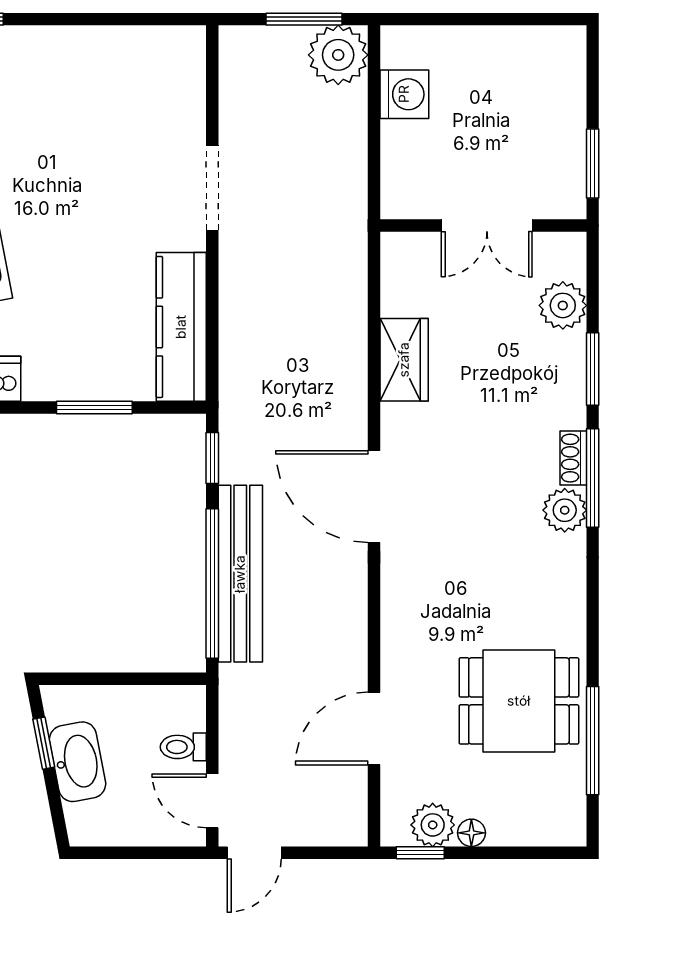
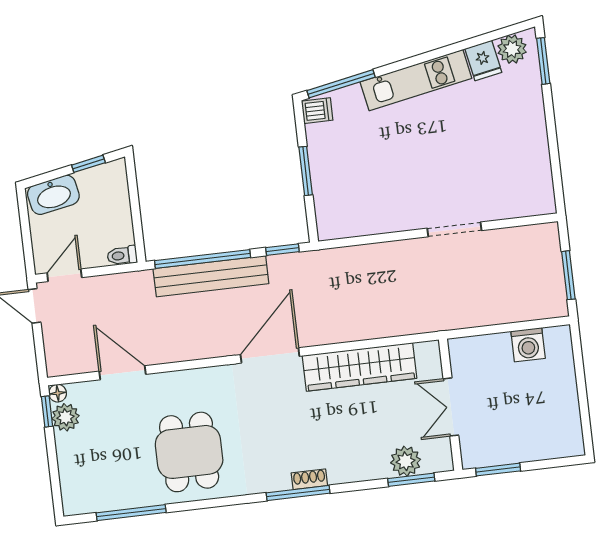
plant: (338, 55) -> (548, 300), removed
kitchen counter: (181, 327) -> (363, 220), removed
wardrobe: (404, 360) -> (360, 367), width x2.10, depth x1.17
window: (593, 369) -> (411, 480), moved
plant: (565, 510) -> (276, 478), removed
dining table: (519, 701) -> (189, 452), moved
toilet: (183, 747) -> (122, 255), moved, turned -90
washbasin: (77, 762) -> (53, 195), moved
floor lamp: (471, 833) -> (58, 393), moved

